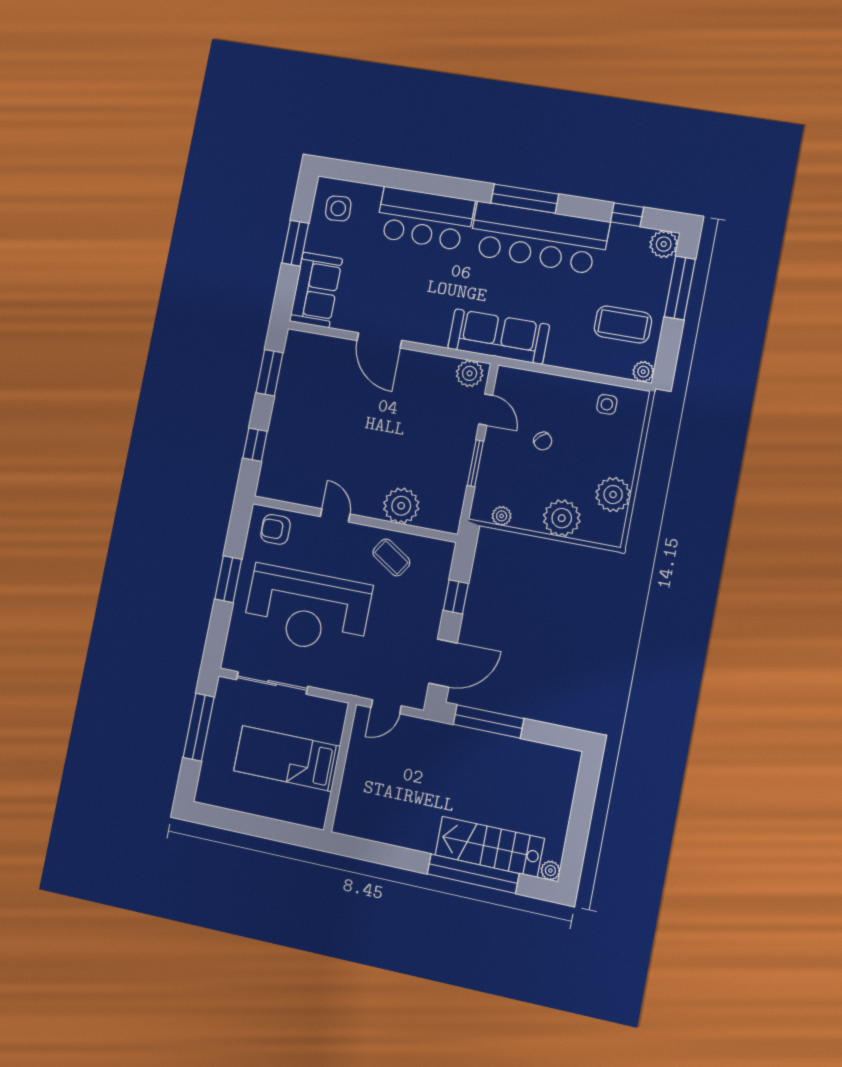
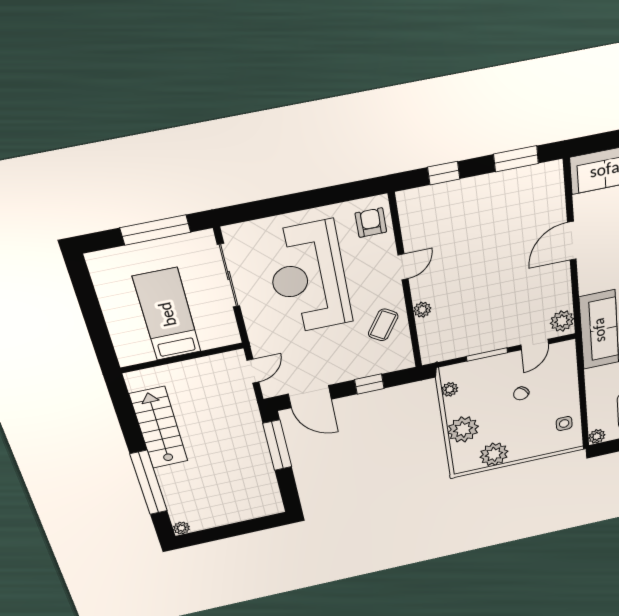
plant: (401, 506) -> (422, 310), width x0.53, depth x0.53
window: (228, 579) -> (307, 200), removed
door: (386, 707) -> (253, 371), swing flipped
stairs: (490, 847) -> (159, 428), moved

